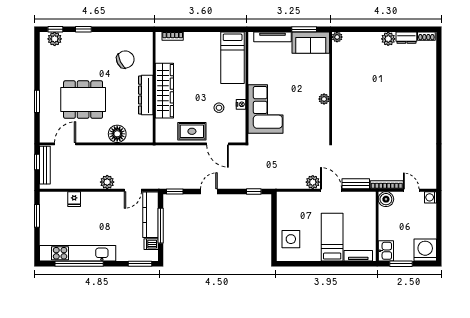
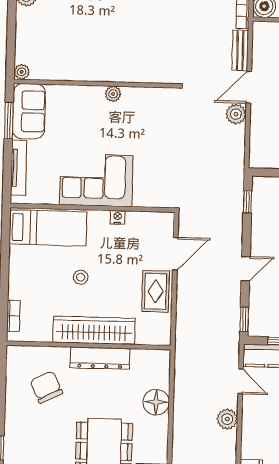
stool: (219, 108) -> (81, 277), moved
corner sofa: (266, 109) -> (96, 180), moved
door: (209, 192) -> (246, 269), swing flipped

